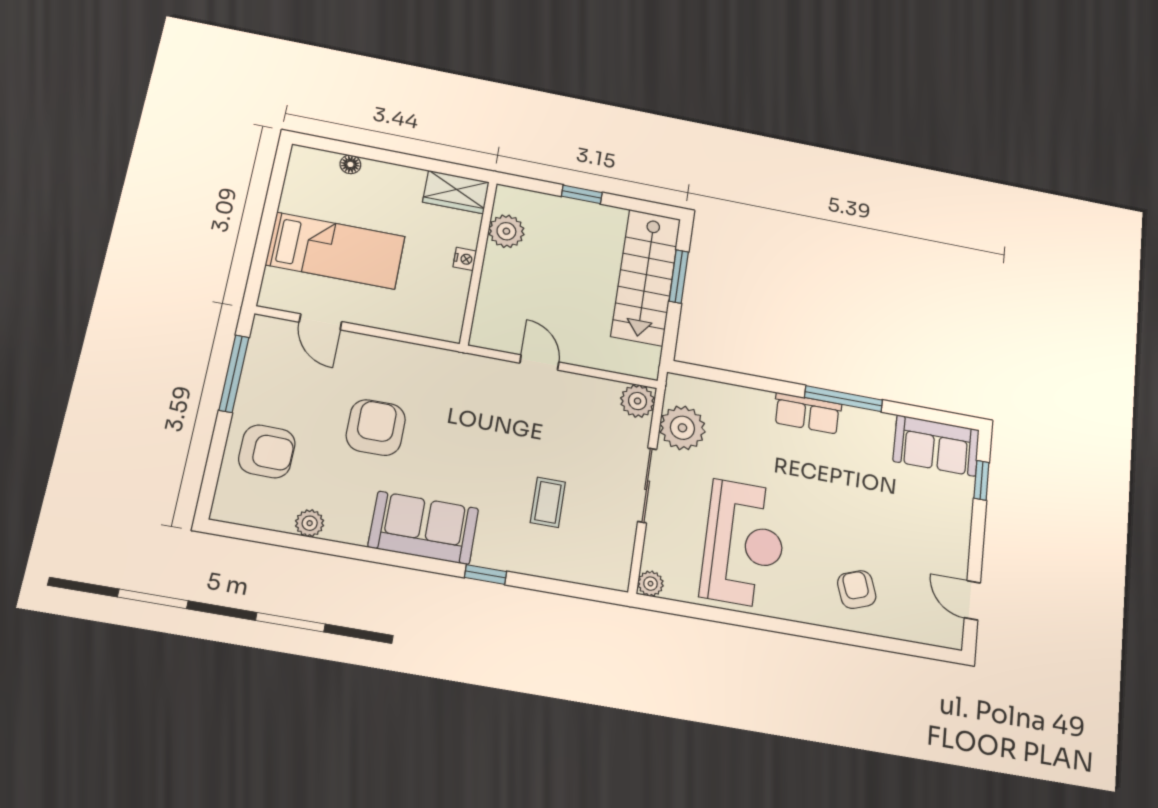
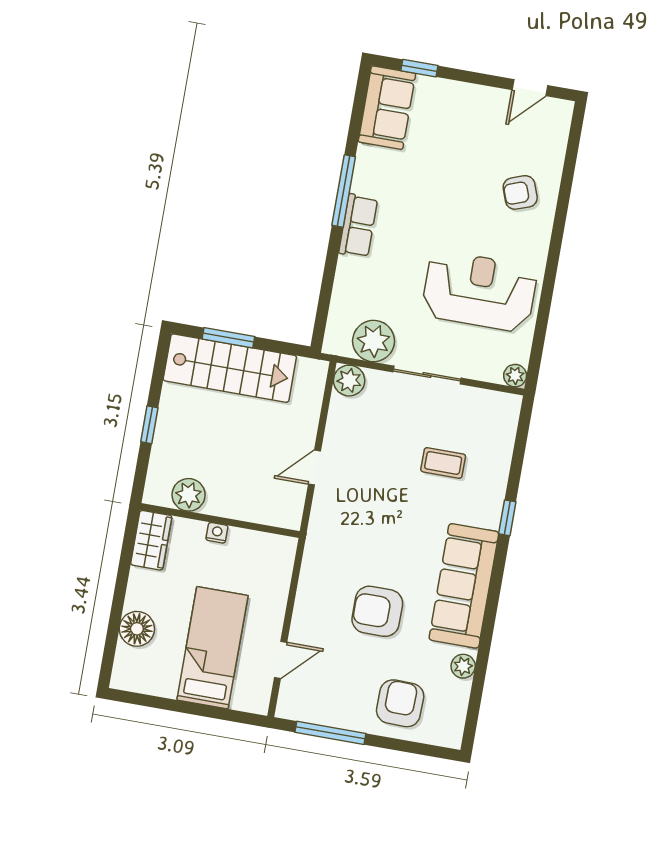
floor lamp: (350, 164) -> (137, 629), width x1.89, depth x1.89
sofa: (423, 528) -> (464, 586), width x1.36

